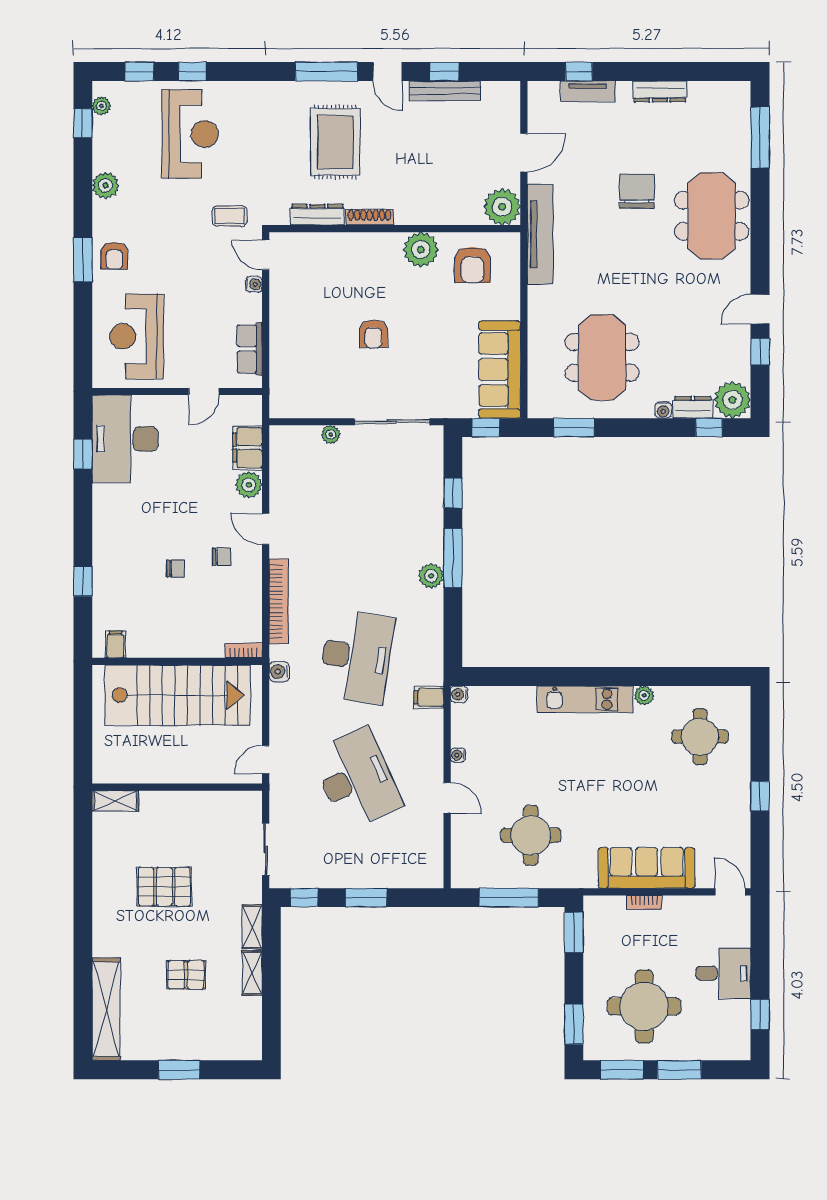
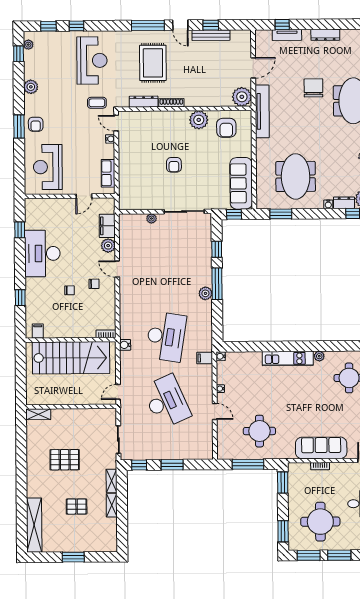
reception desk: (190, 134) -> (92, 60), moved
desk: (125, 439) -> (42, 253), moved
bookcase: (279, 601) -> (124, 307), removed

